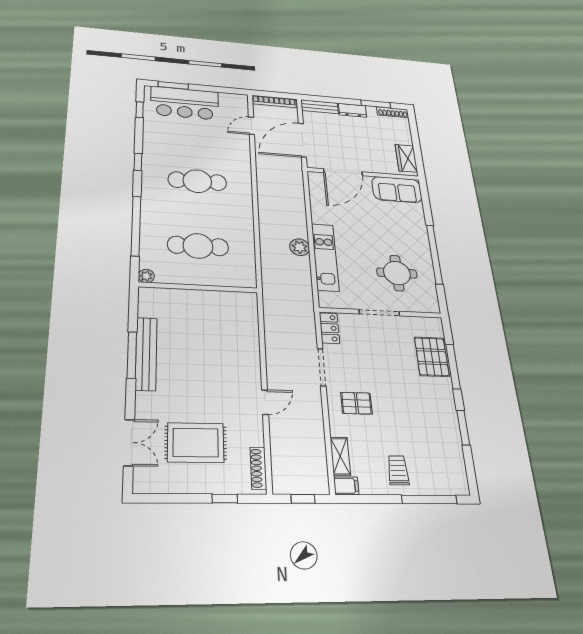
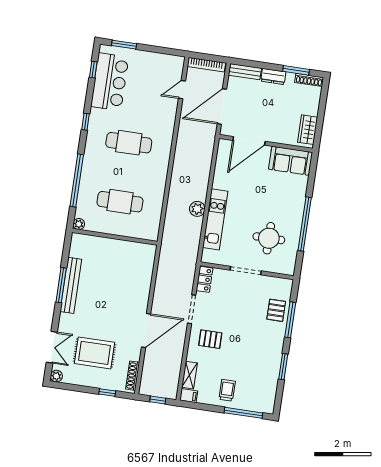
bar counter: (185, 103) -> (110, 82), moved, turned -90
pallet: (432, 357) -> (276, 310), width x0.67, depth x0.71
door: (265, 402) -> (146, 330), width x1.88
plant: (142, 485) -> (56, 376), added

